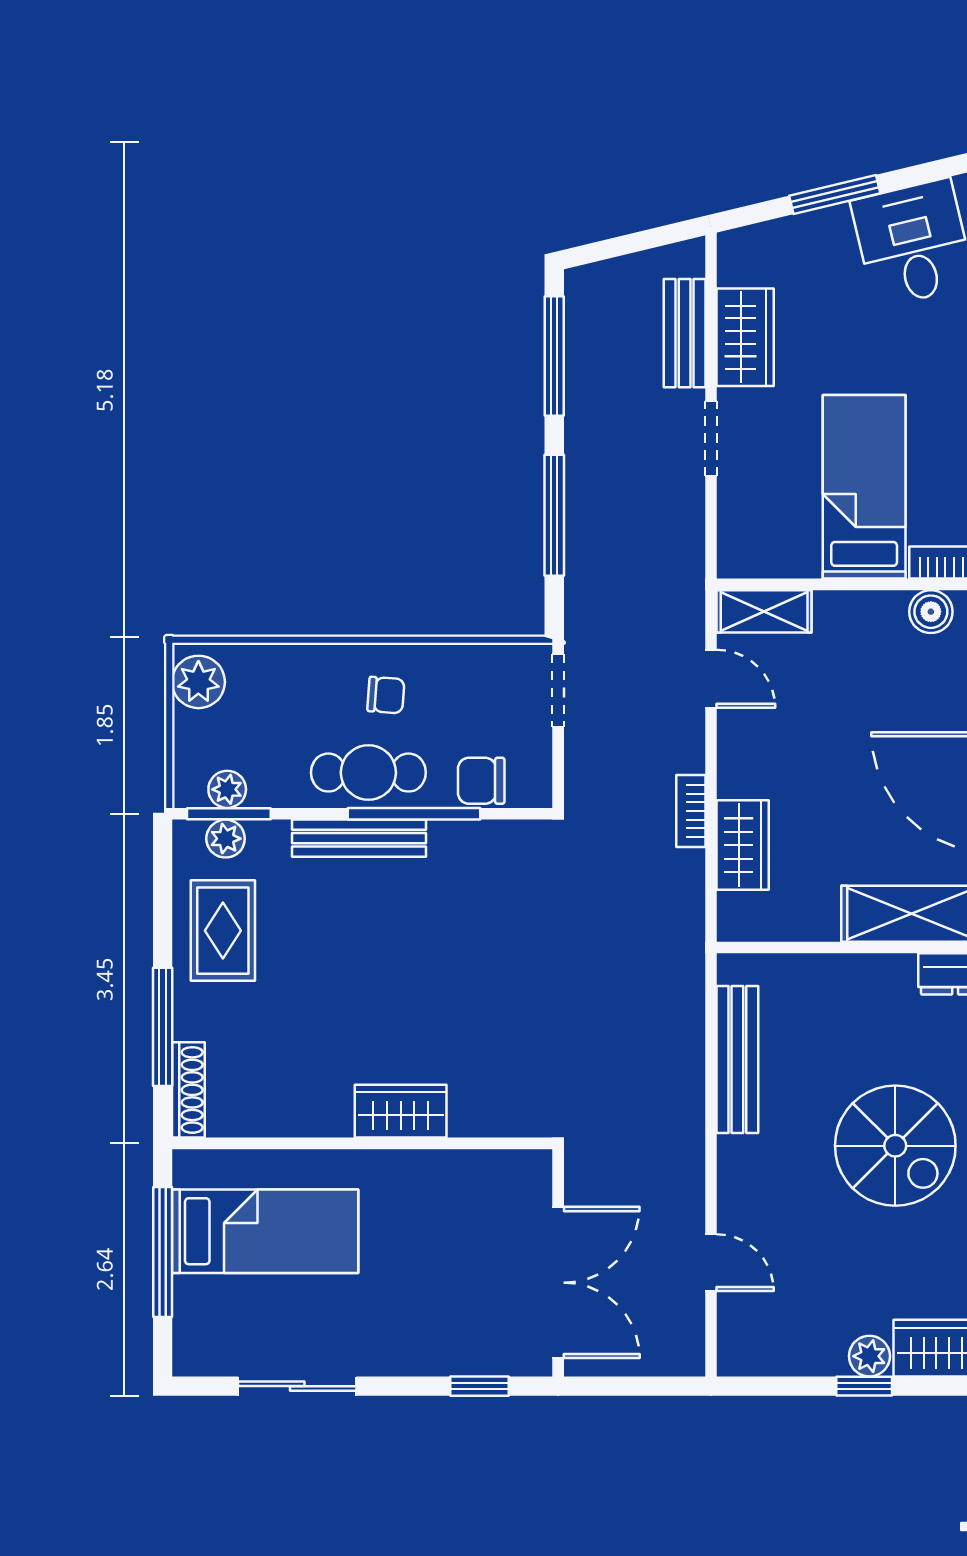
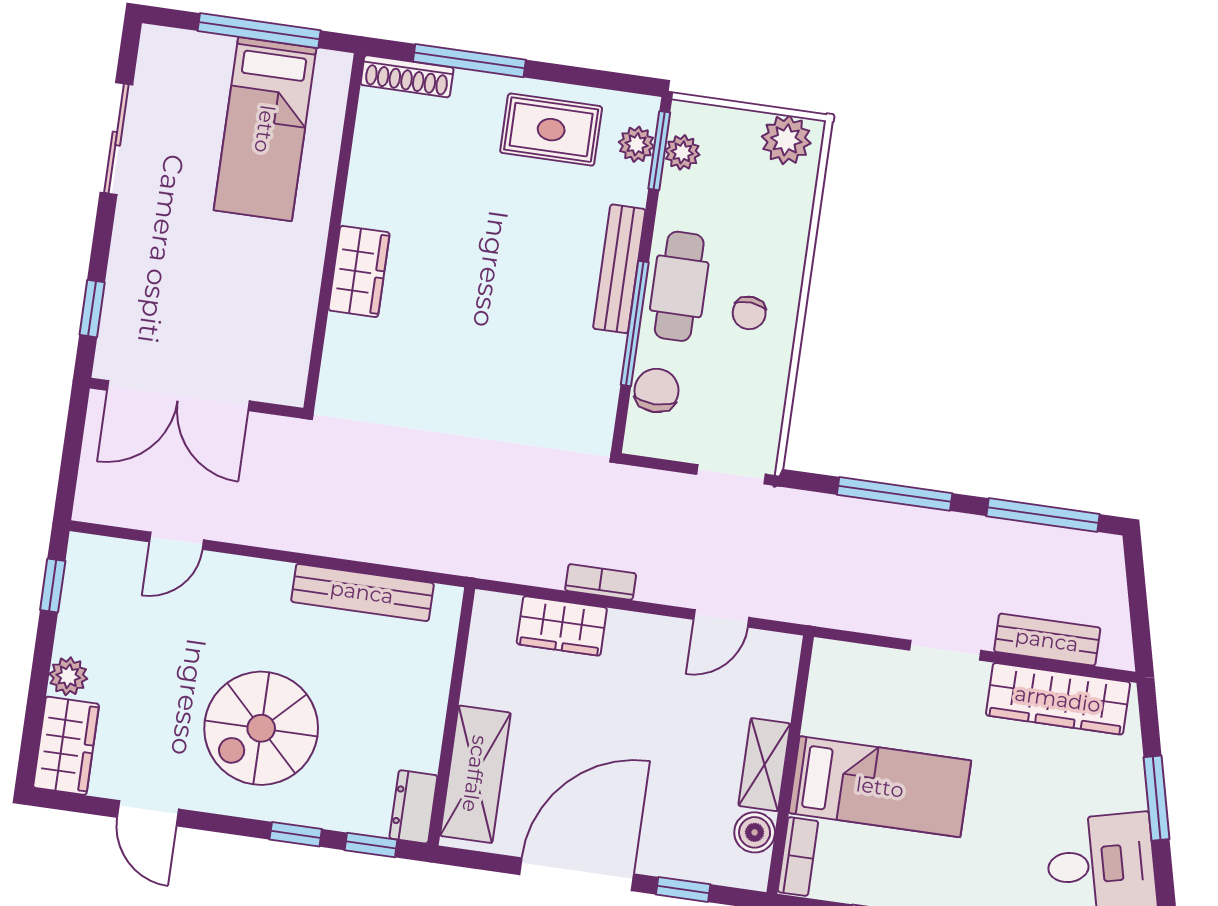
wardrobe: (745, 337) -> (1058, 699), width x1.50
shelving: (764, 611) -> (764, 765), moved
window: (864, 1386) -> (53, 585), moved

